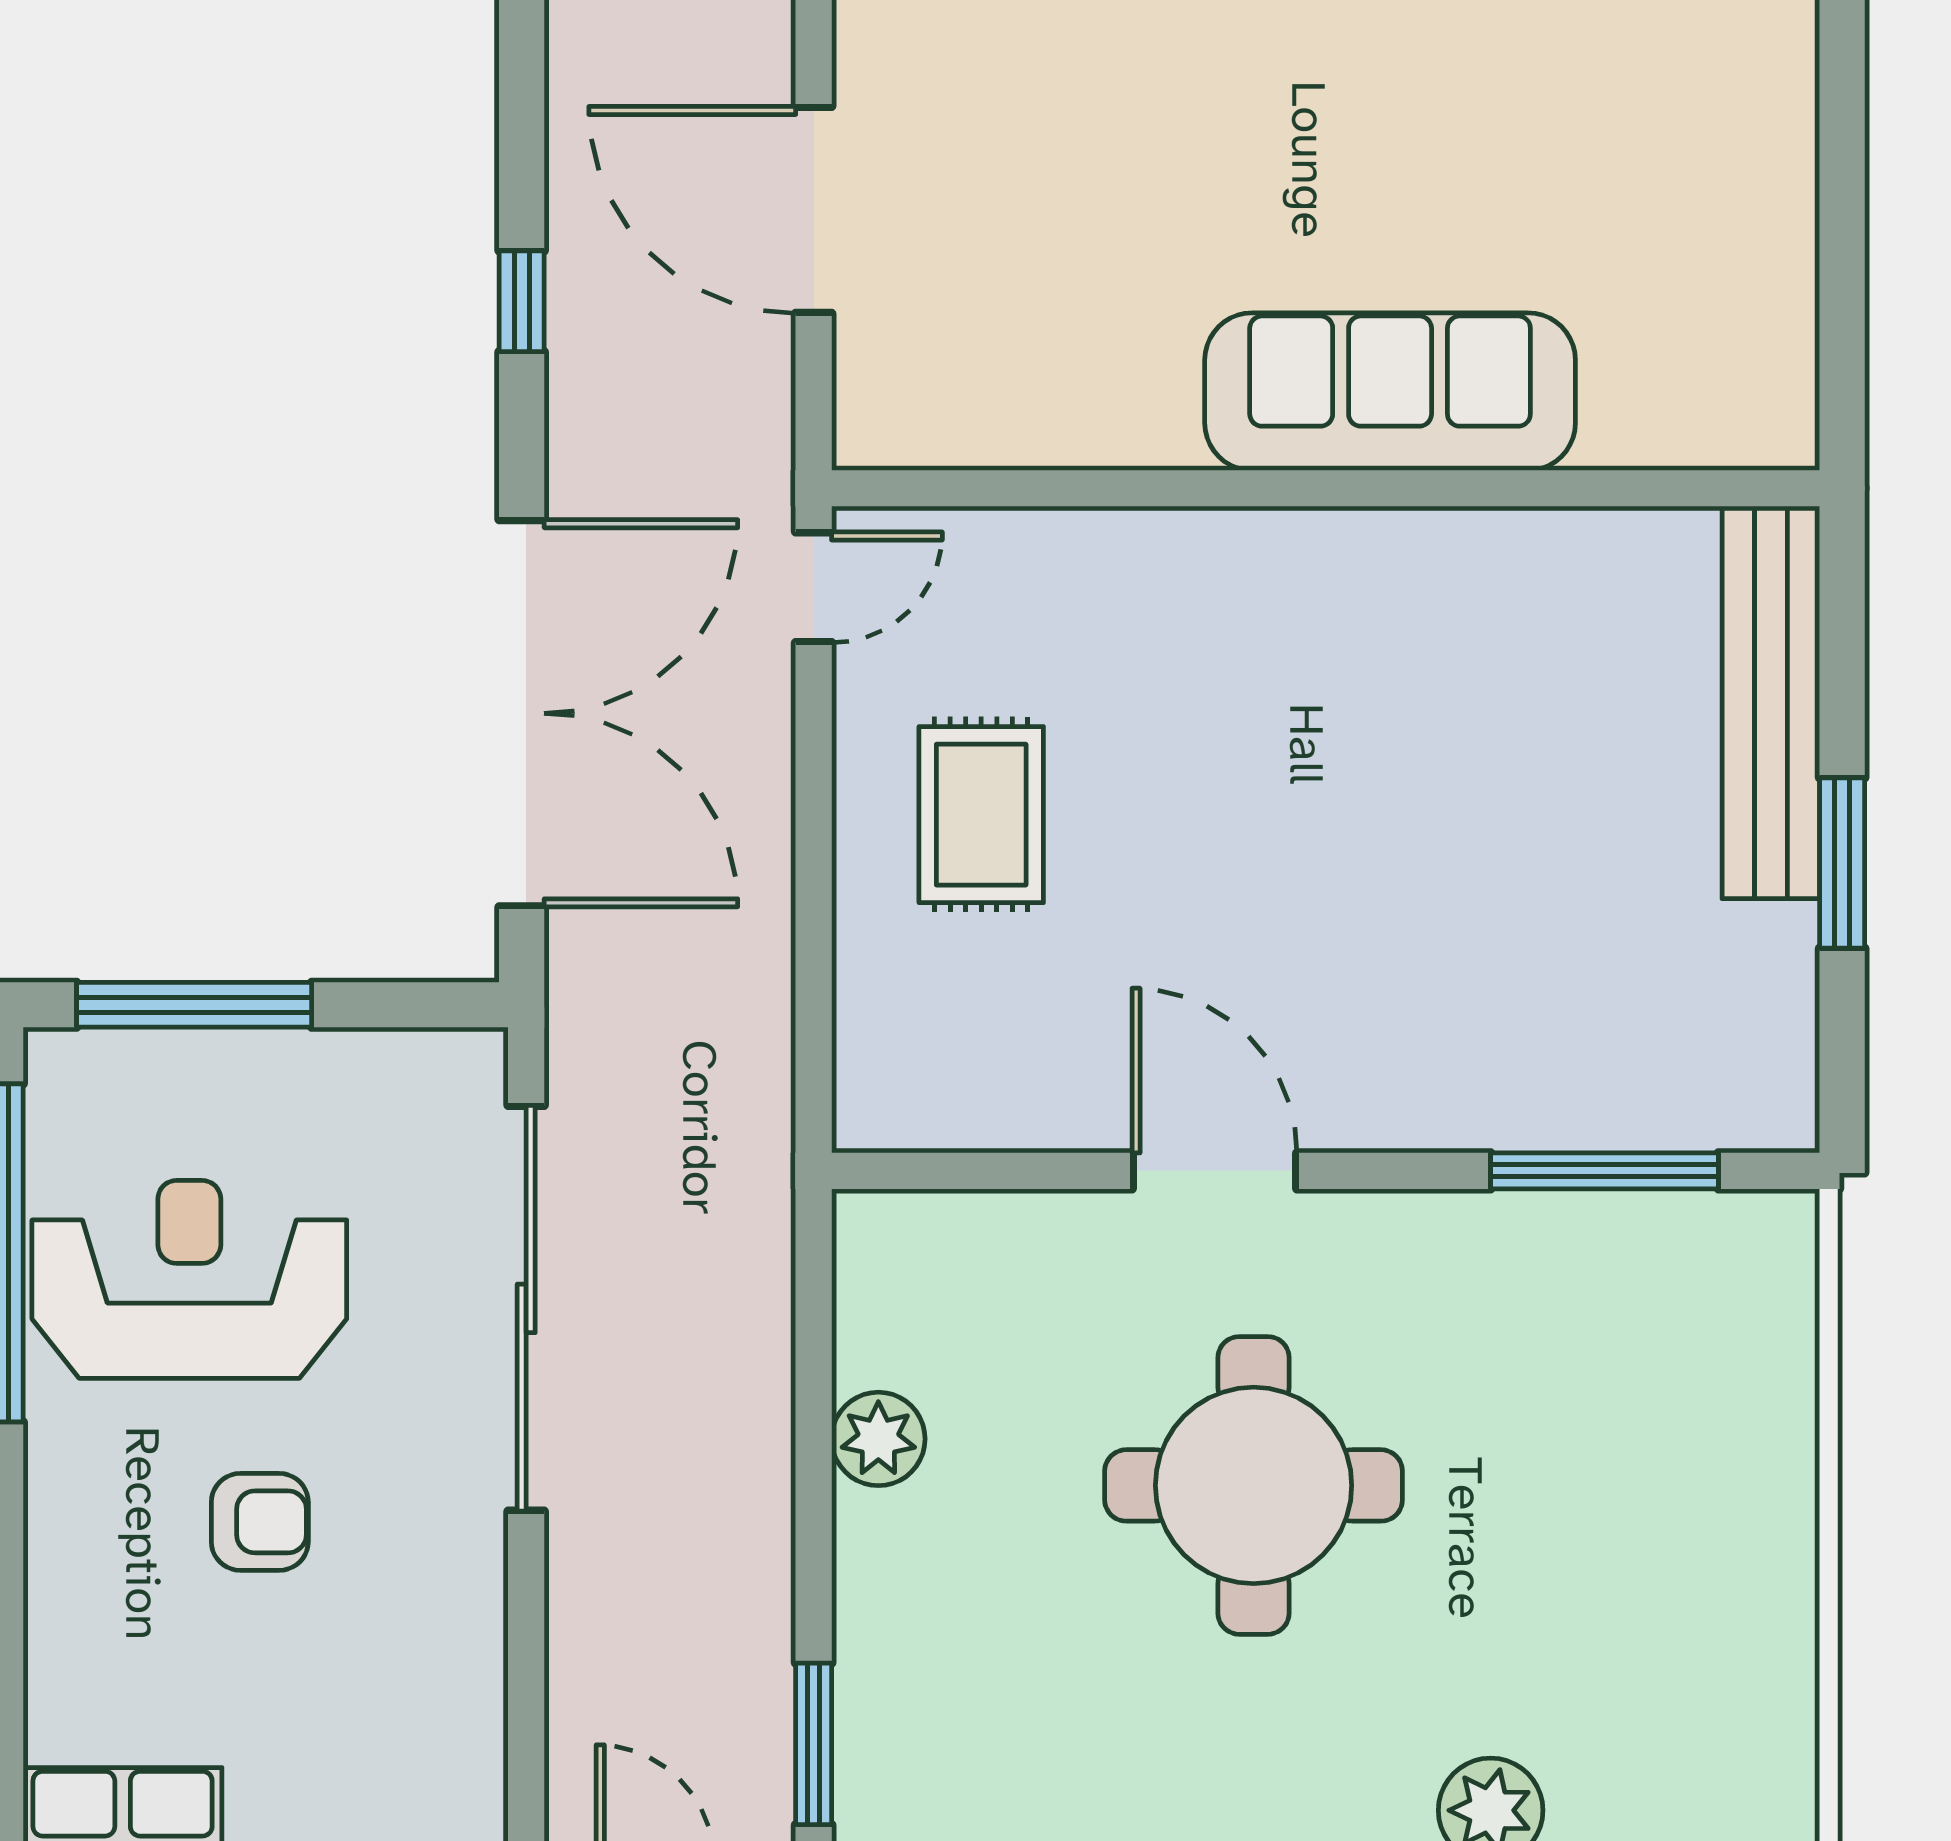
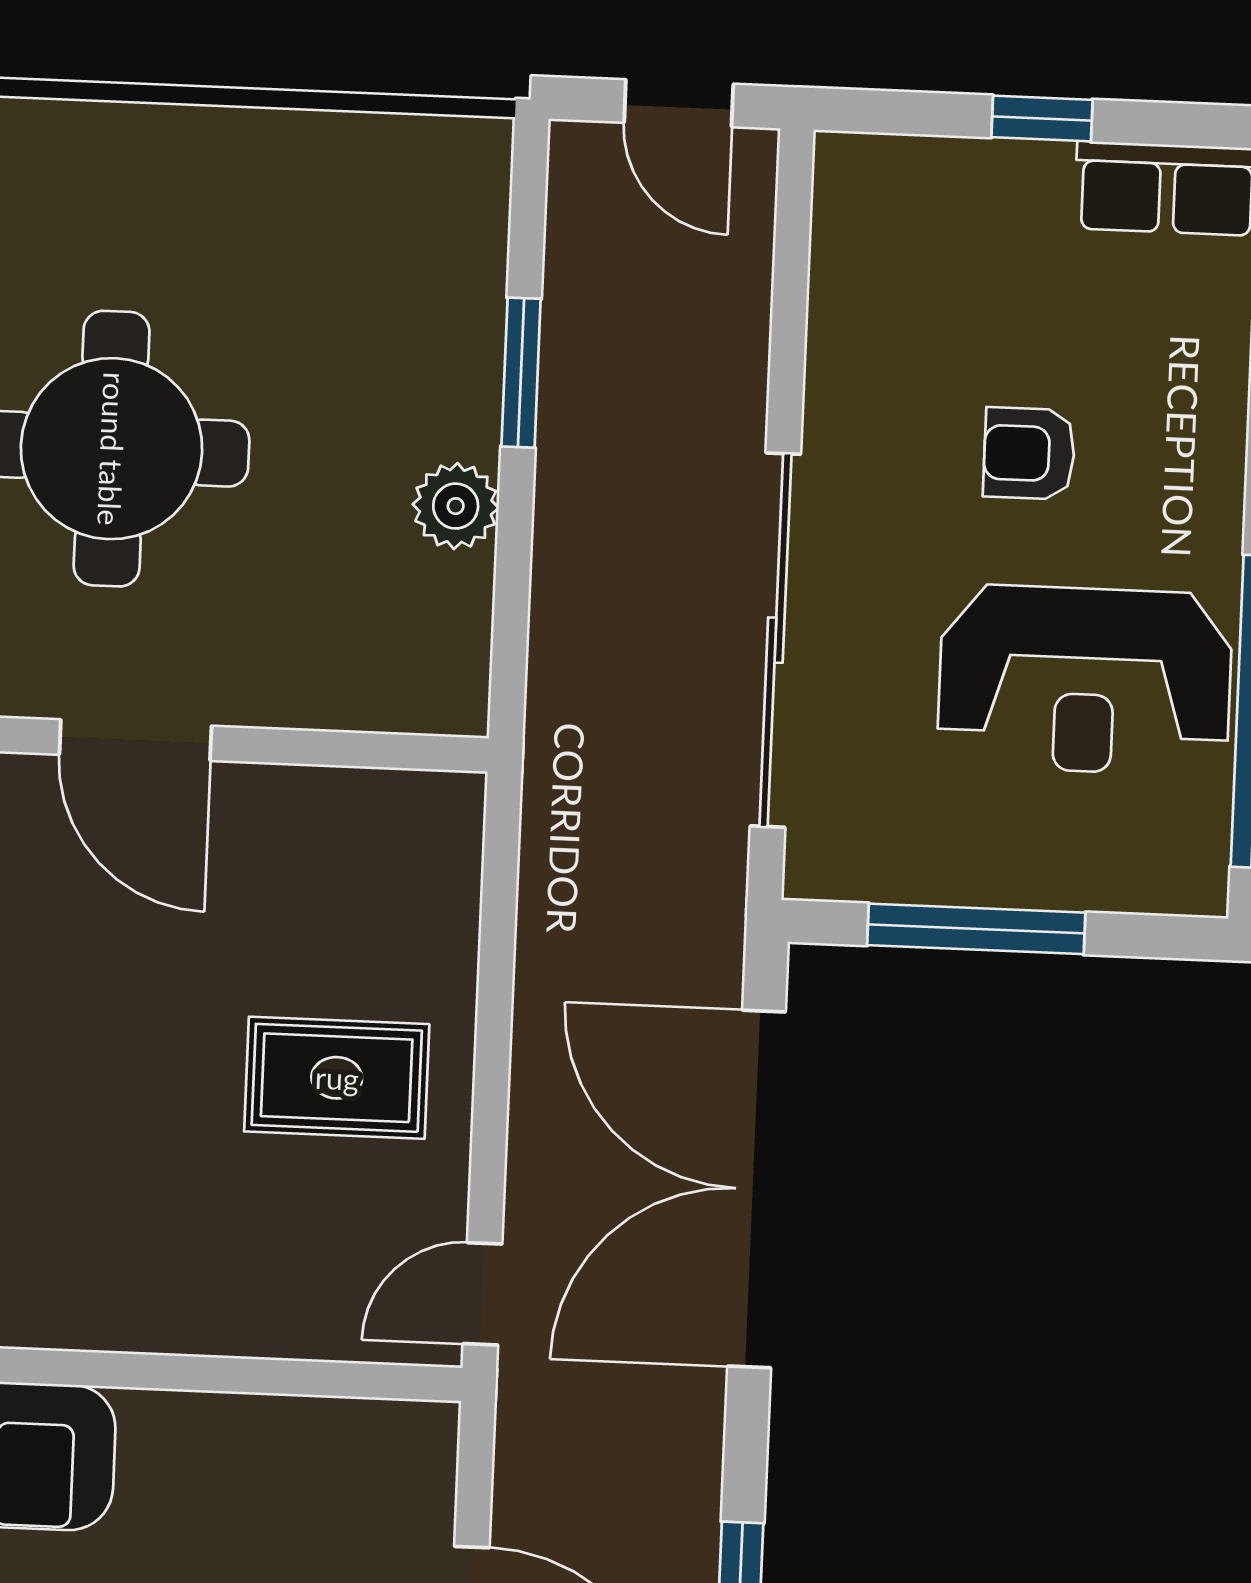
rug: (981, 815) -> (337, 1078), turned 90
window: (194, 1005) -> (976, 929), moved
window: (814, 1744) -> (521, 373), moved

